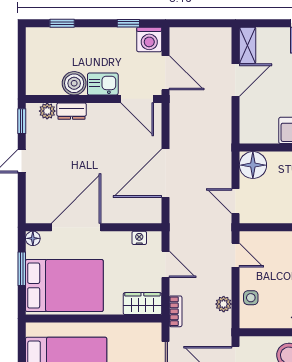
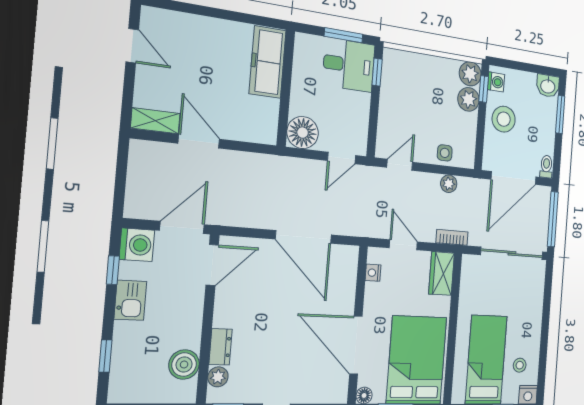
boiler: (74, 83) -> (184, 364), moved
kitchen sink: (103, 84) -> (130, 300), moved, turned 180
door: (165, 264) -> (403, 245), hinge flipped

